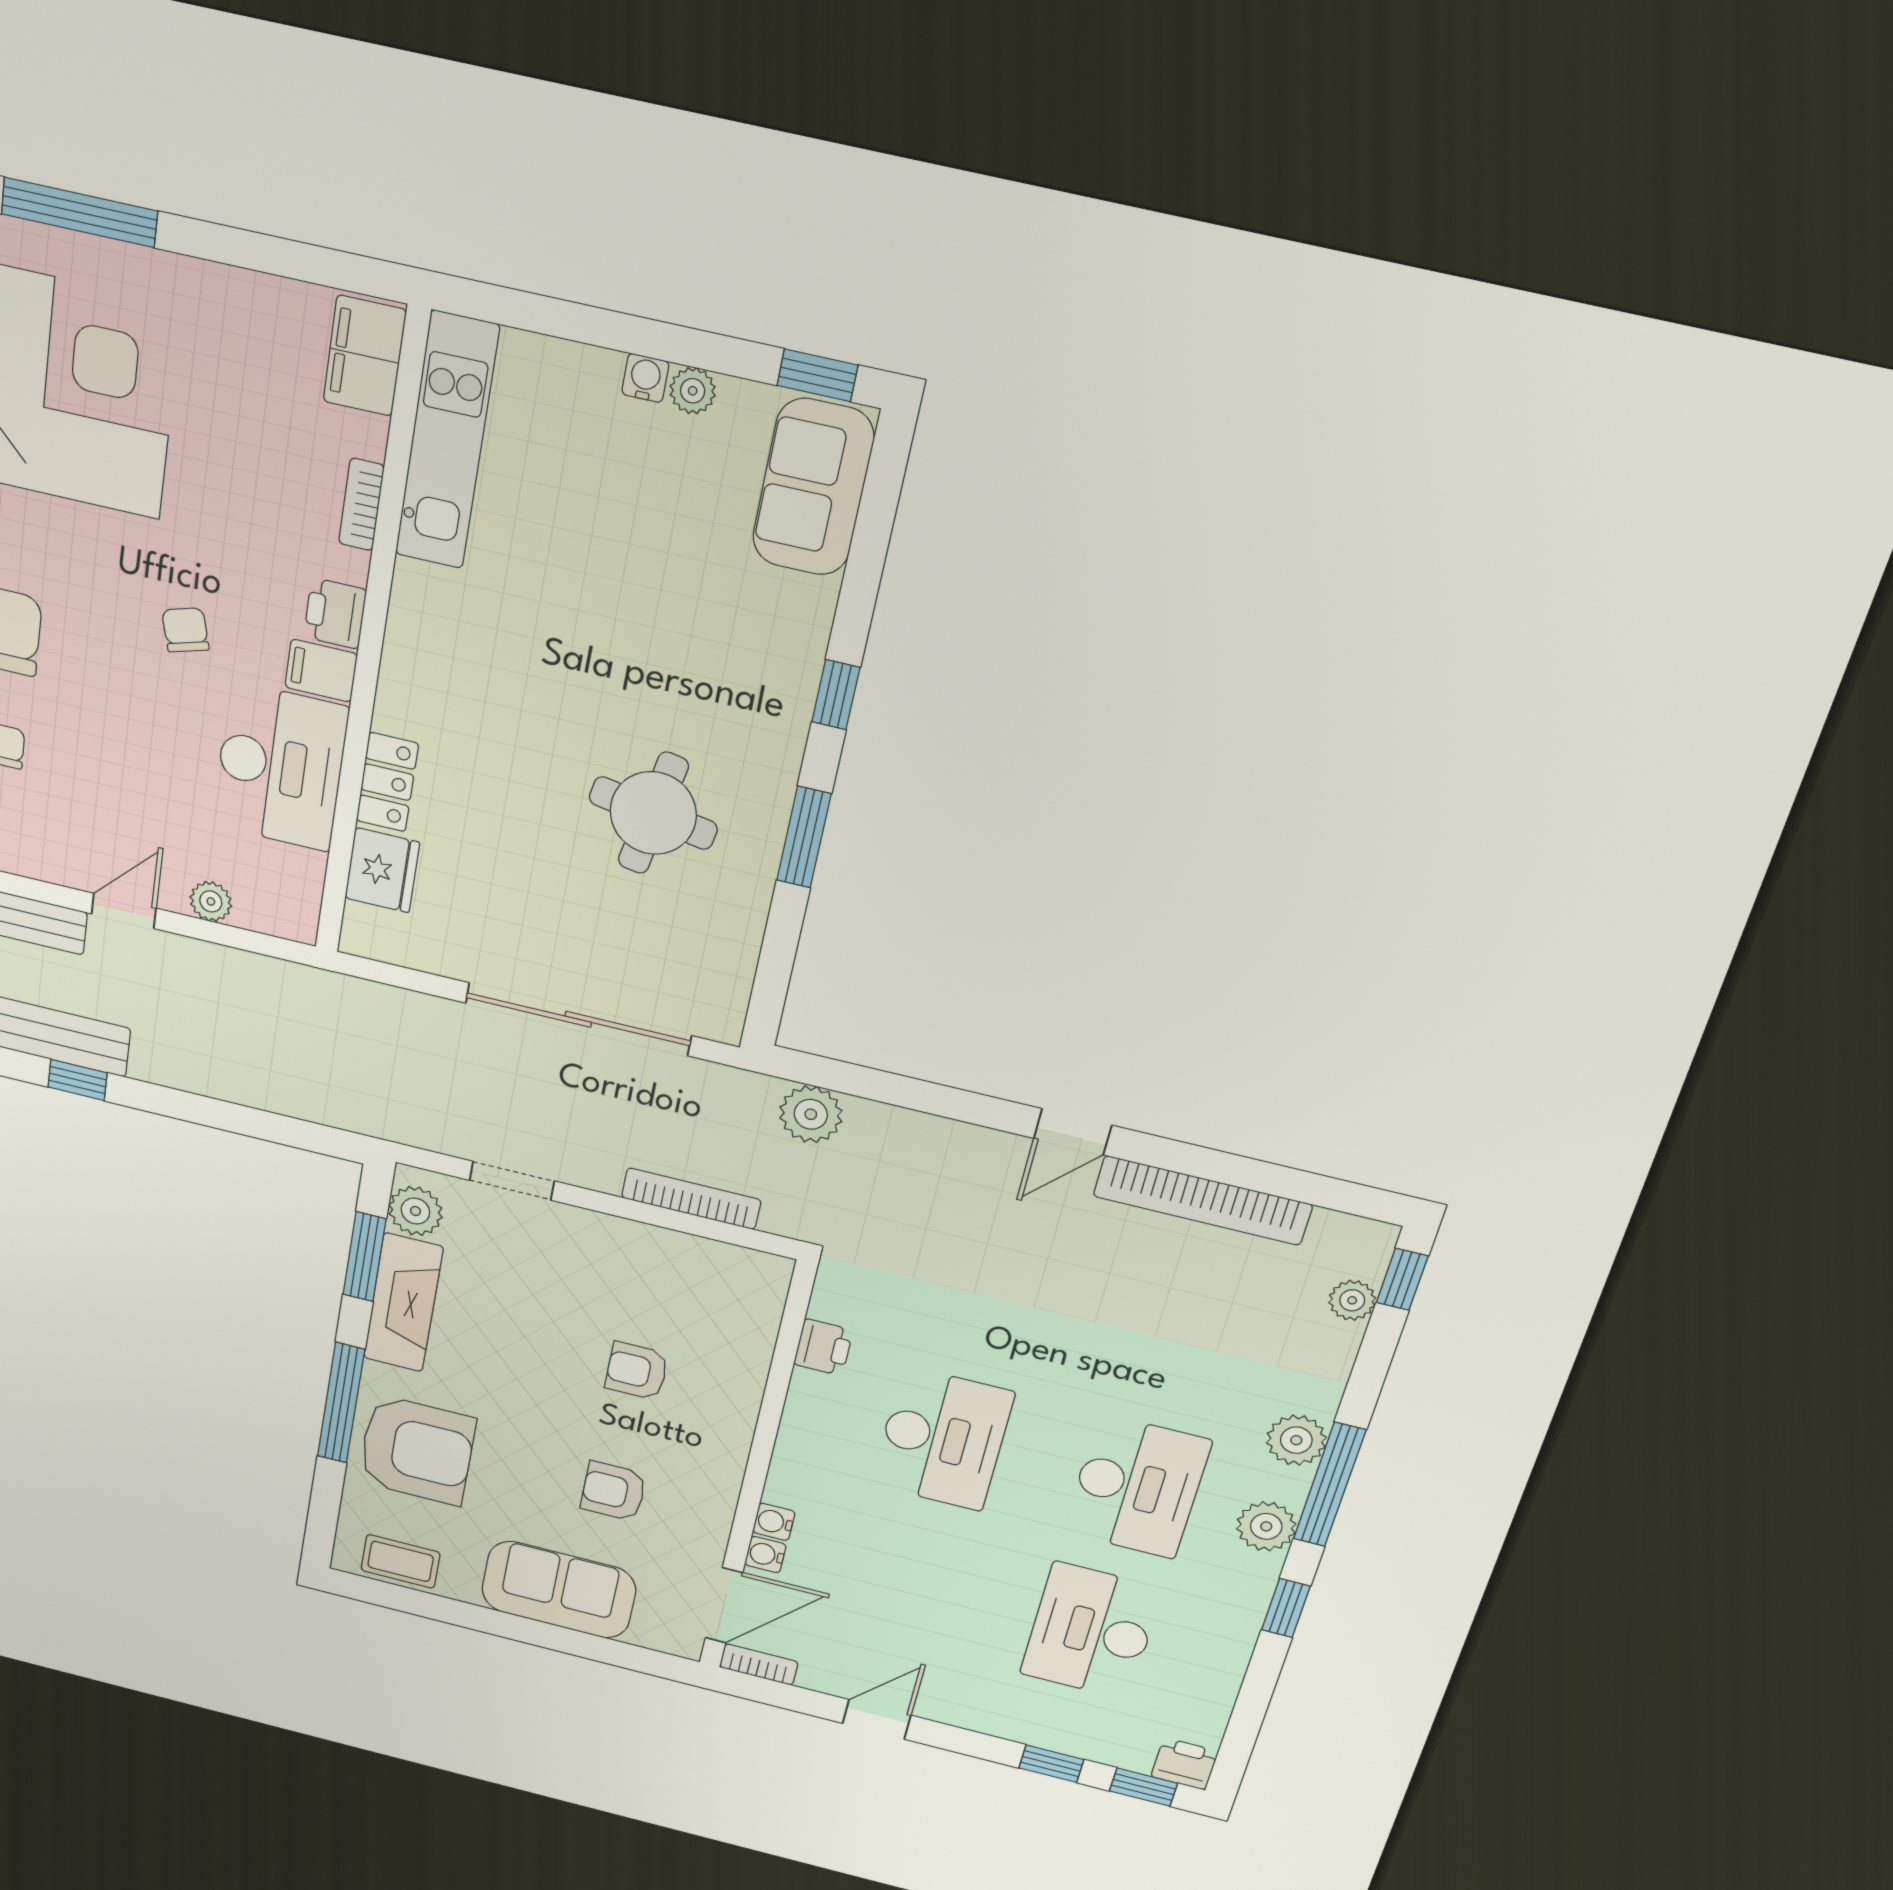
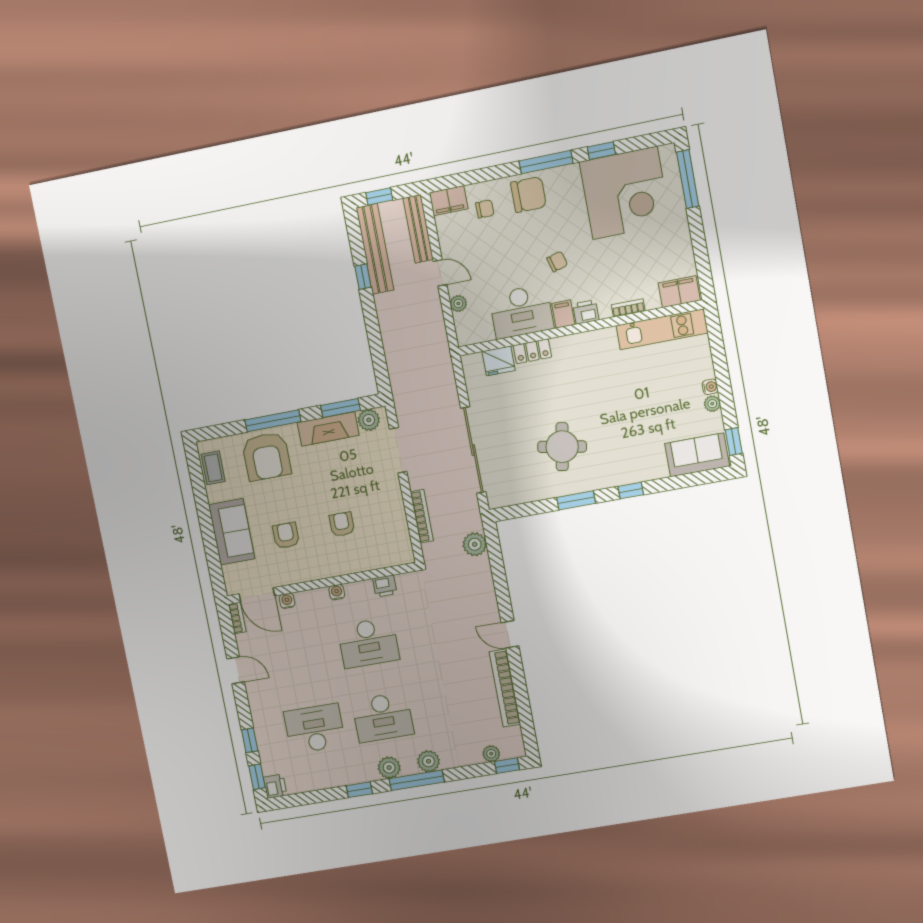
doorway: (512, 1181) -> (398, 450), width x1.38
water cooler: (774, 1522) -> (337, 592), moved

